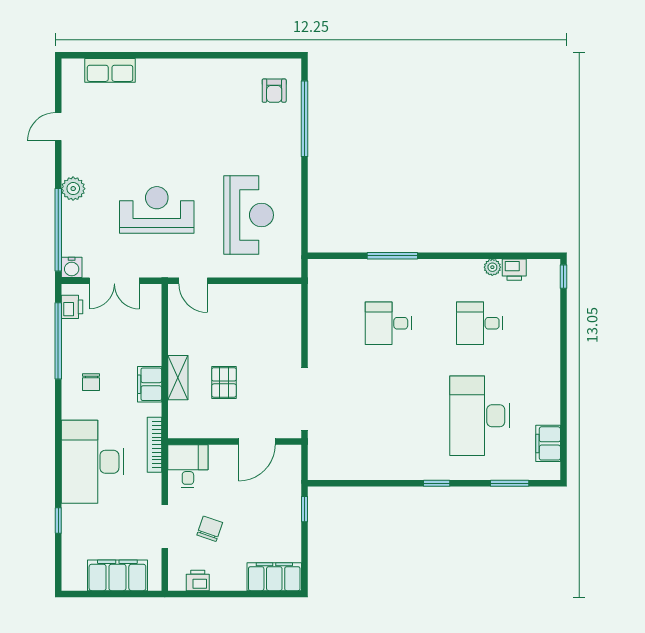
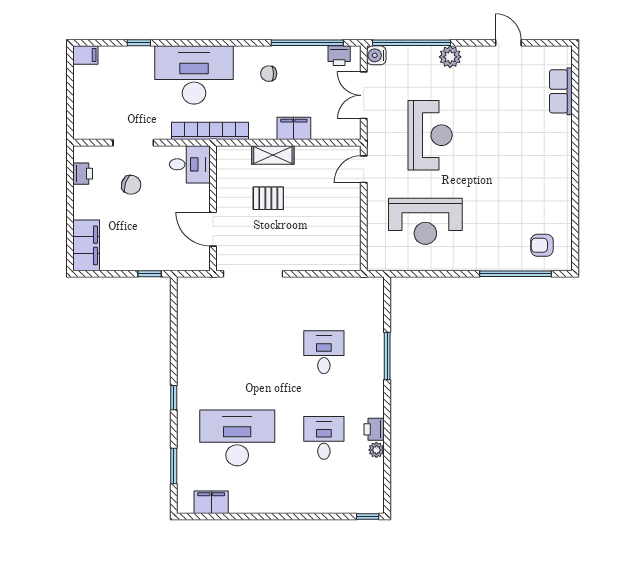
printer: (514, 270) -> (374, 429), moved
filing cabinet: (150, 384) -> (294, 128), moved
bookcase: (154, 445) -> (210, 131), width x1.48, depth x1.31
filing cabinet: (117, 575) -> (85, 55), moved, width x0.33, depth x0.86

